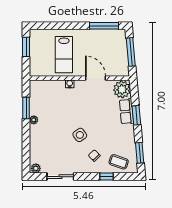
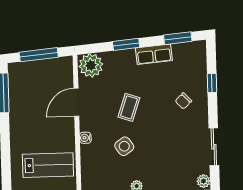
lab bench: (64, 55) -> (48, 165), moved
row of seats: (127, 111) -> (154, 54), moved
side table: (80, 135) -> (124, 146), moved
coffee table: (119, 162) -> (129, 107), moved

